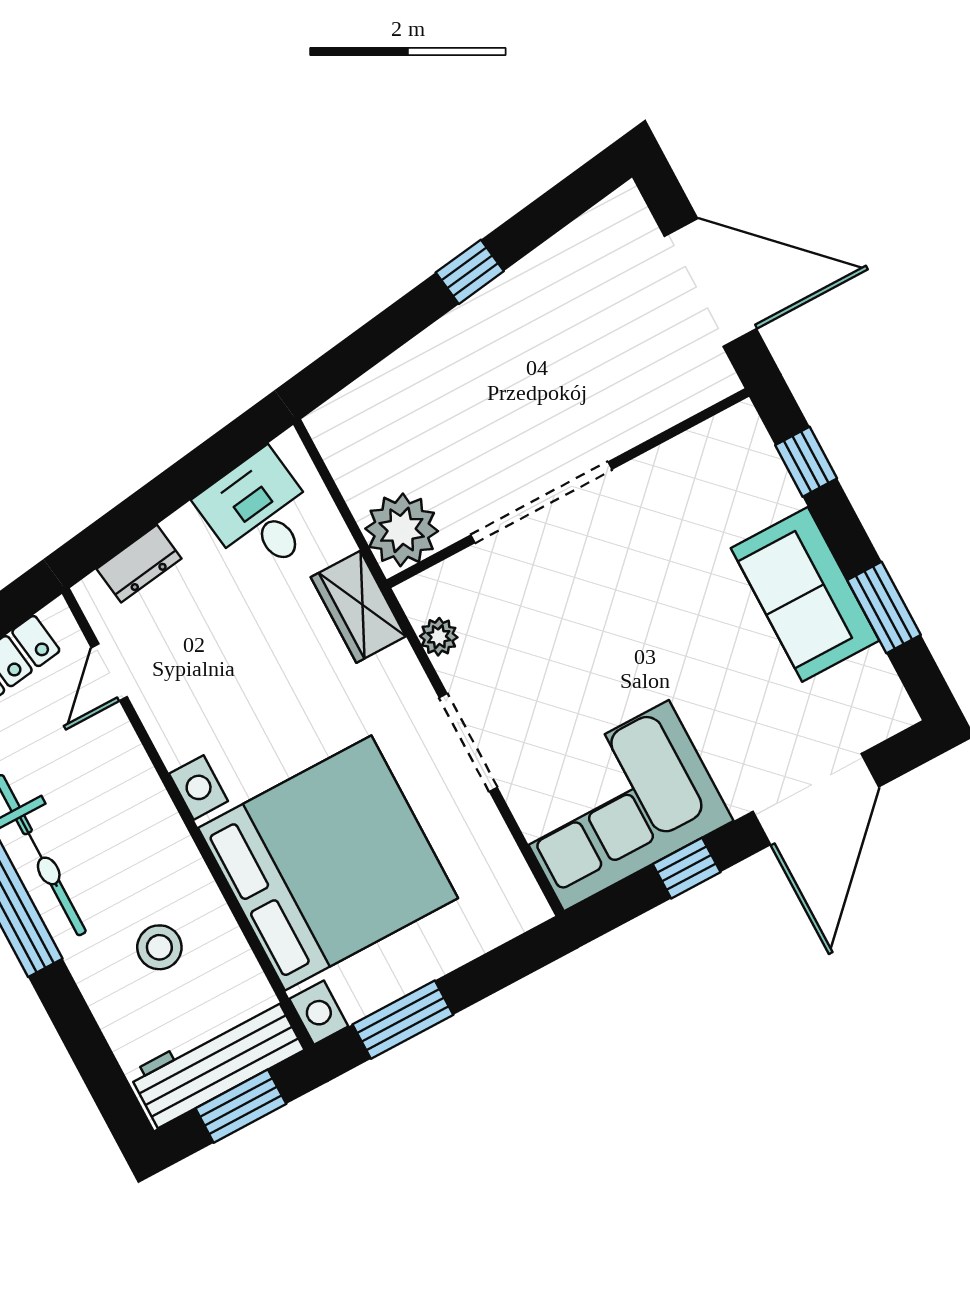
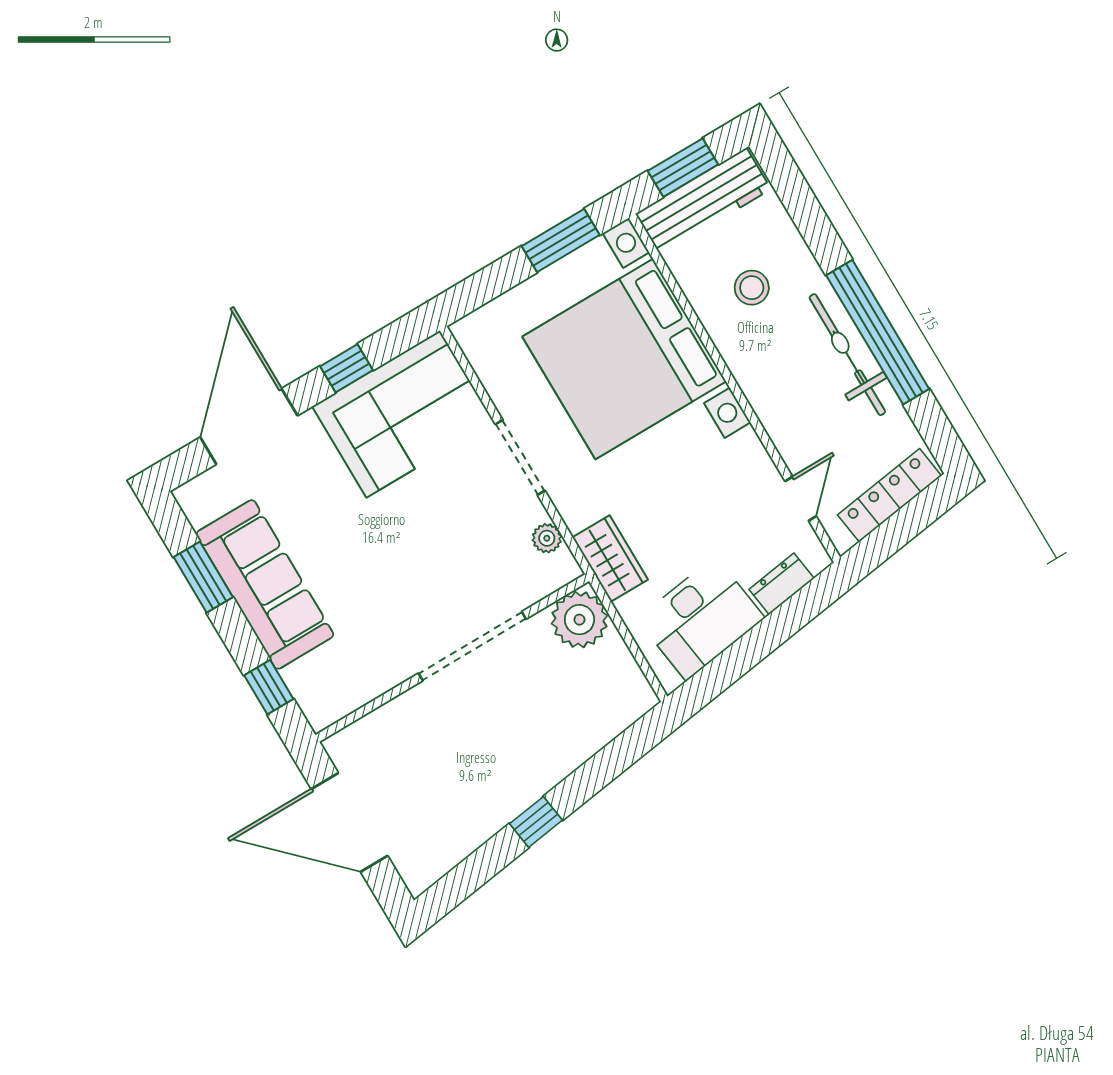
desk: (260, 513) -> (701, 619), width x1.37
sofa: (805, 594) -> (265, 584), width x1.36

